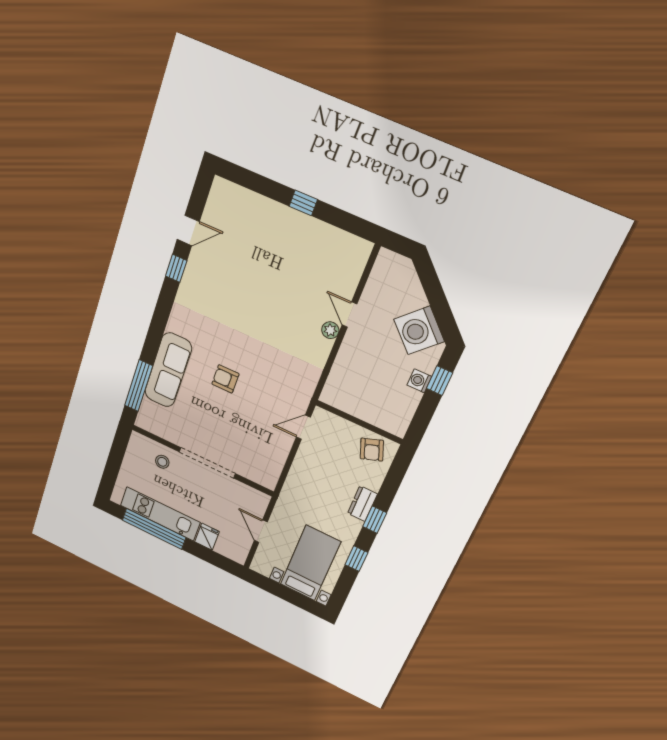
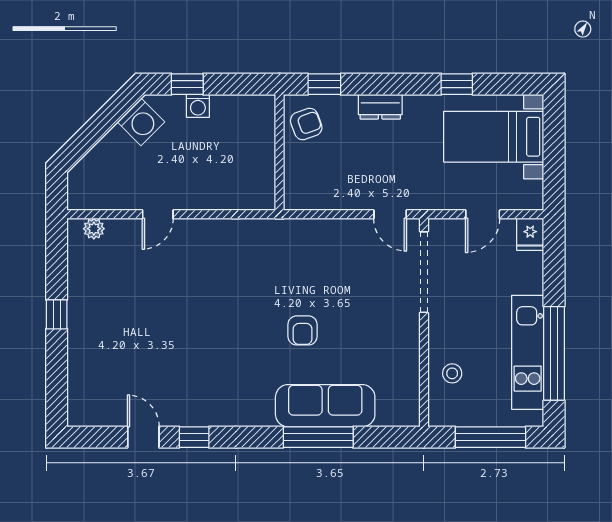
plant: (330, 330) -> (94, 229), moved
washing machine: (419, 330) -> (141, 122), width x0.73, depth x0.73
window: (139, 386) -> (318, 437), moved
door: (303, 427) -> (390, 214), moved
doorway: (207, 463) -> (424, 272), moved
window: (113, 465) -> (490, 437), added
window: (375, 520) -> (324, 84), moved
fridge: (207, 537) -> (530, 234), moved, turned -90

